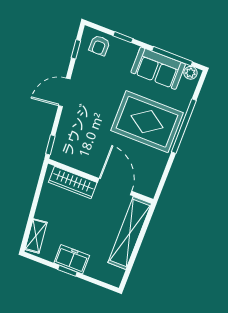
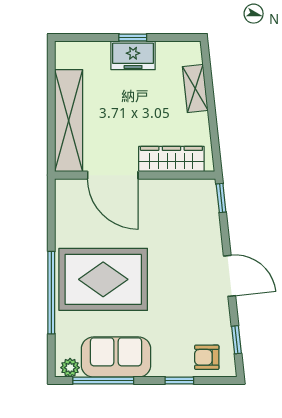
armchair: (99, 45) -> (207, 357), turned -90
door: (64, 92) -> (229, 276), hinge flipped
shelving: (36, 236) -> (195, 89), moved

